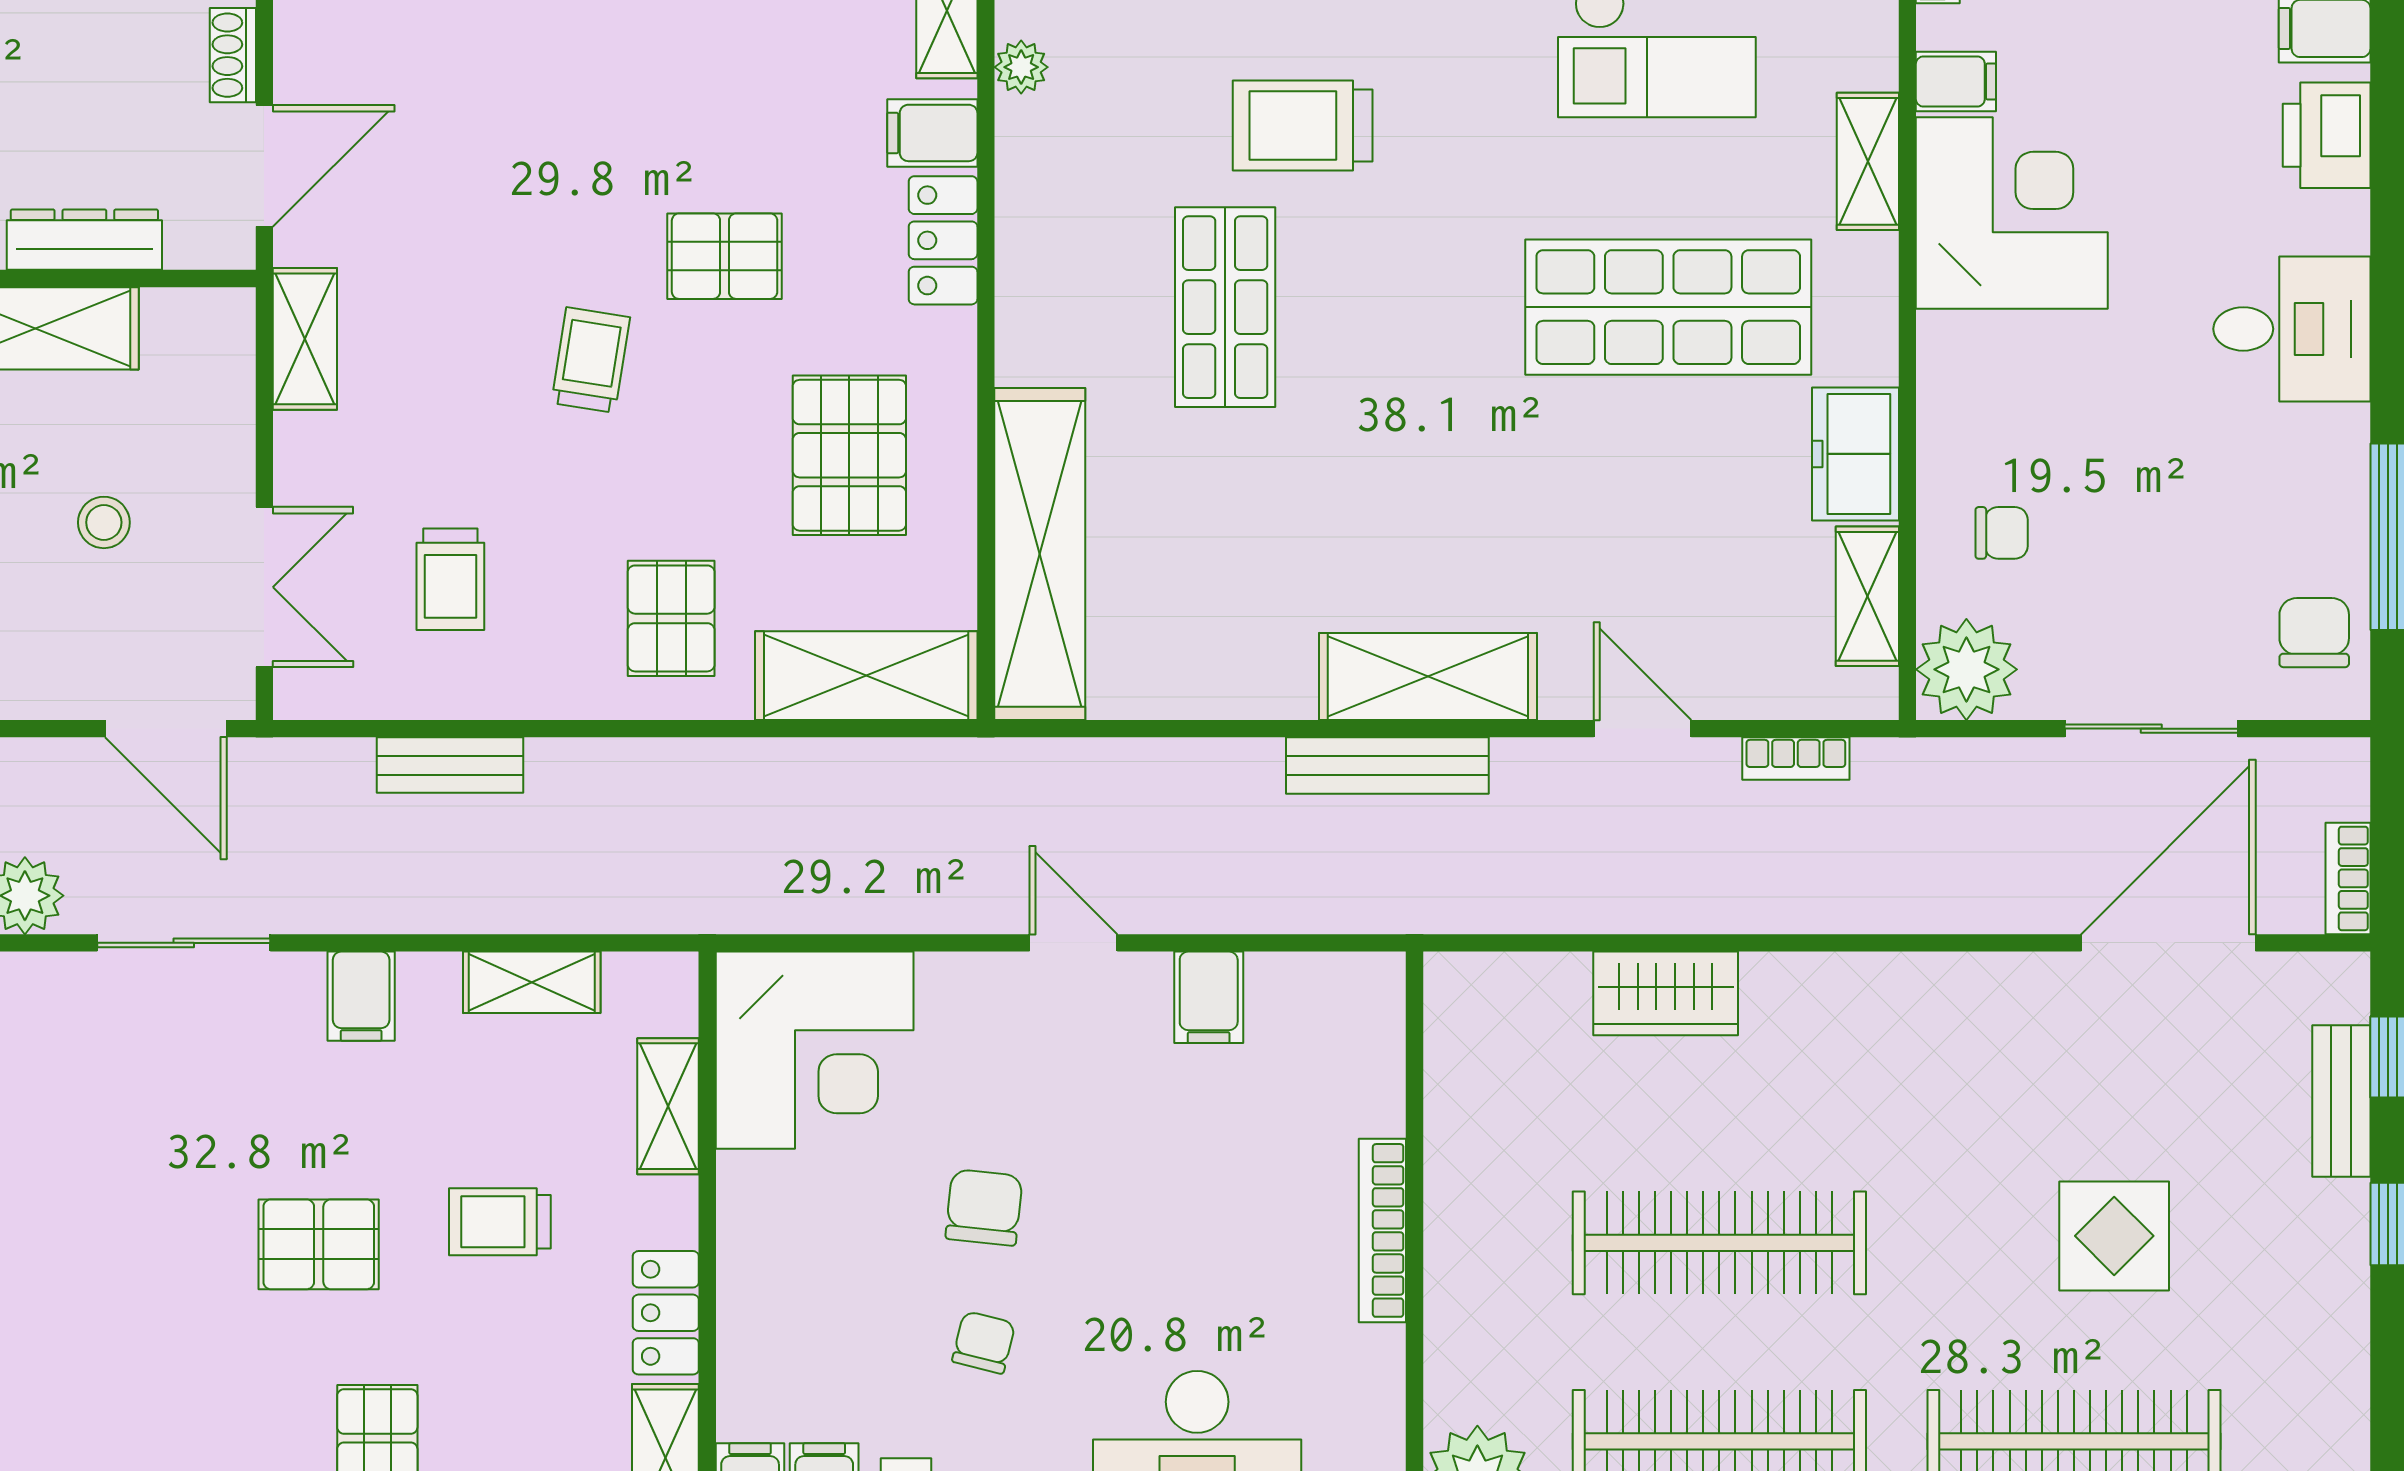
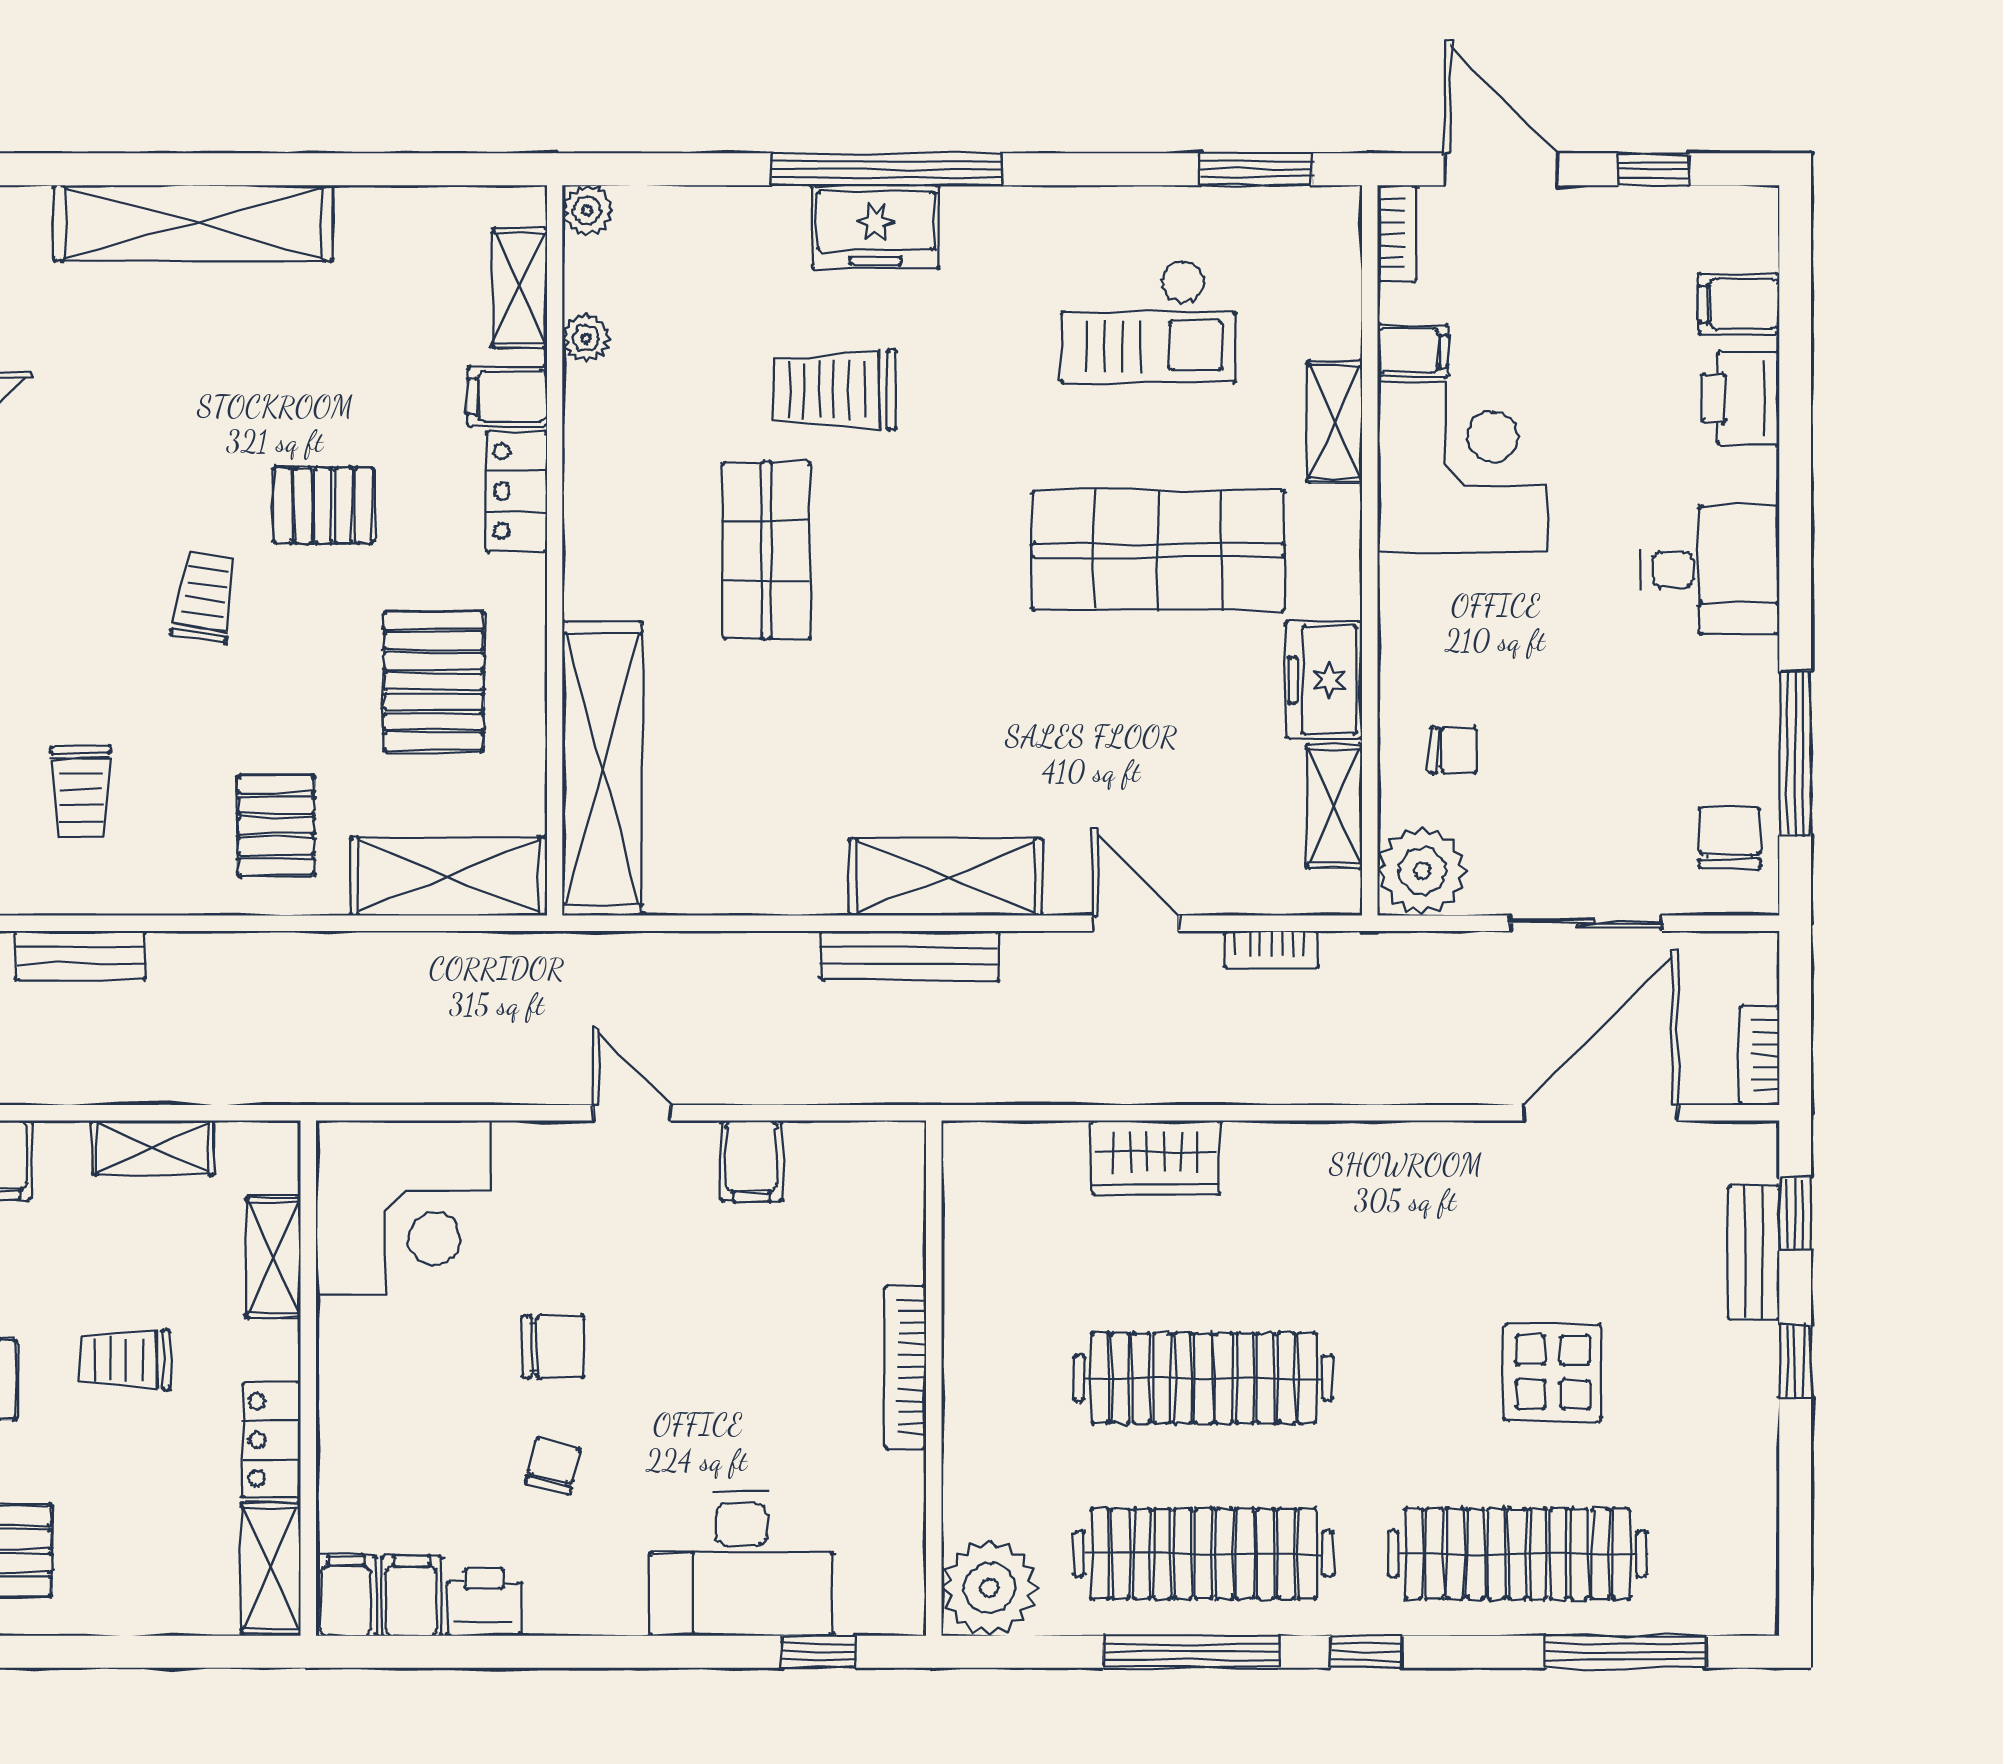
chair: (984, 1207) -> (553, 1347), turned 84

